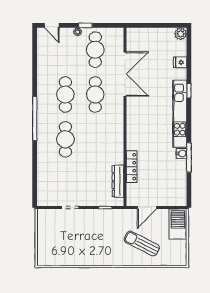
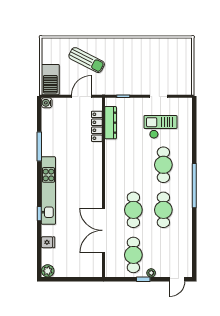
door: (52, 25) -> (177, 279), swing flipped
water cooler: (182, 153) -> (47, 103), moved
locker: (132, 167) -> (97, 126), moved
checkout: (68, 177) -> (160, 127), added

